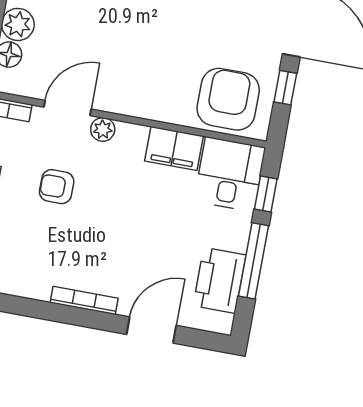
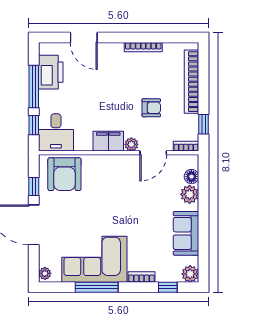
filing cabinet: (174, 148) -> (108, 141), moved
bookcase: (84, 300) -> (143, 47), moved
door: (151, 330) -> (84, 37), hinge flipped

